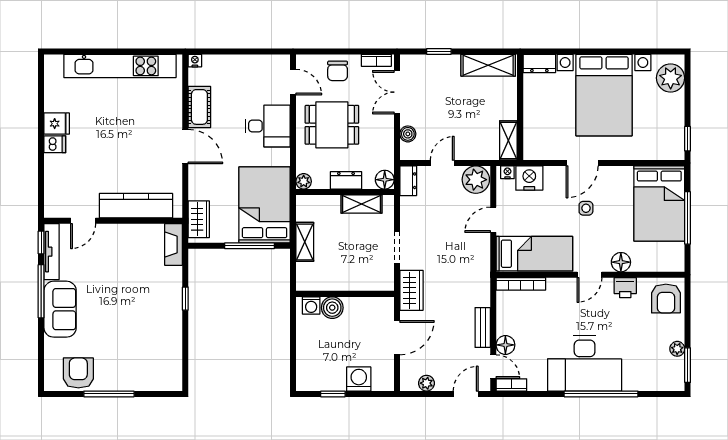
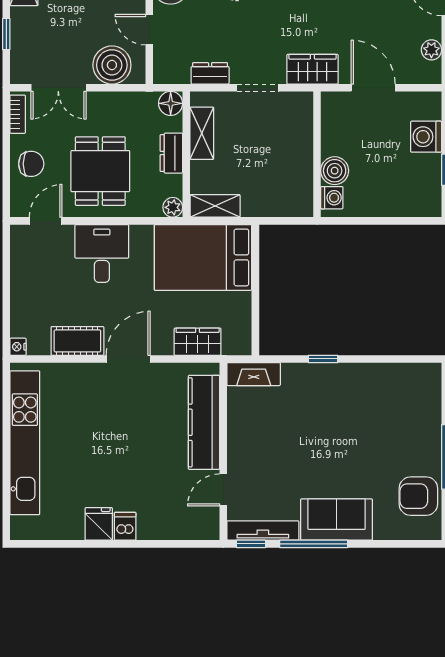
boiler: (408, 134) -> (112, 65), width x1.86, depth x1.86
dresser: (408, 181) -> (210, 73), moved
wardrobe: (199, 219) -> (198, 342), moved
door: (83, 221) -> (223, 490), swing flipped
shelving: (305, 242) -> (215, 206), moved
window: (250, 246) -> (255, 277), removed

